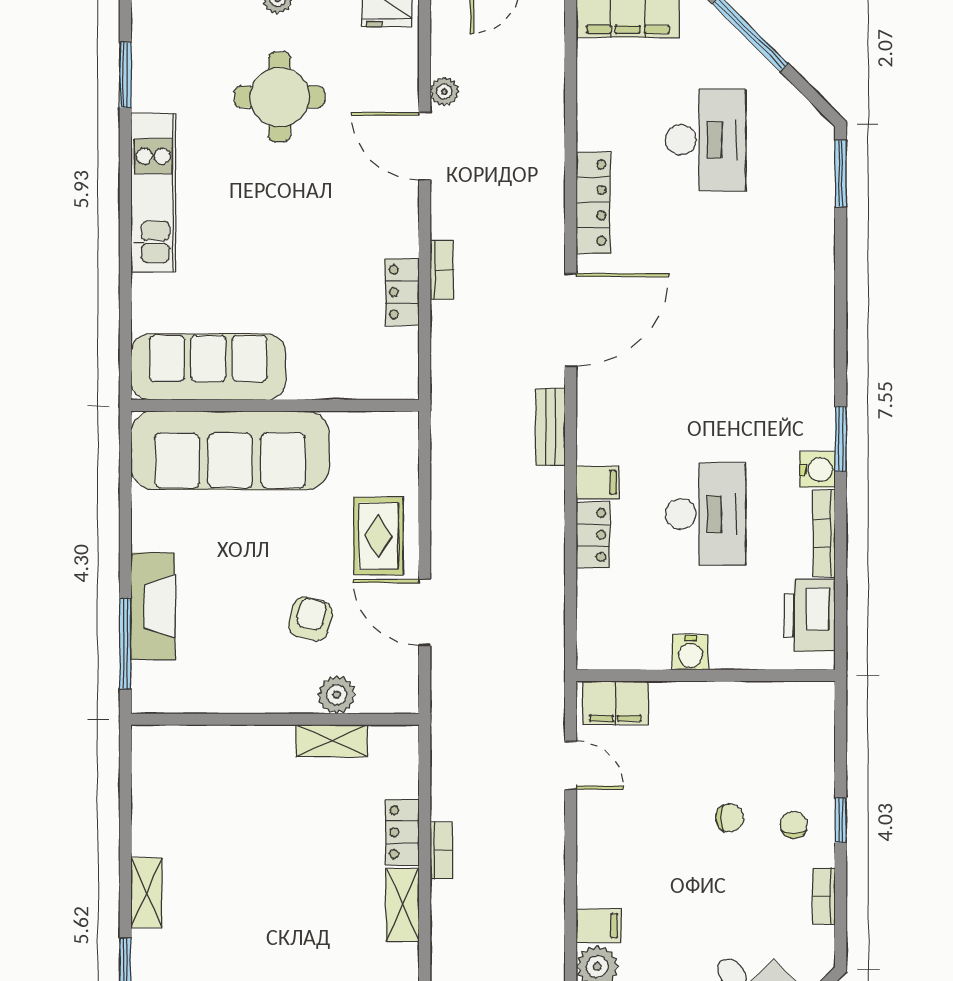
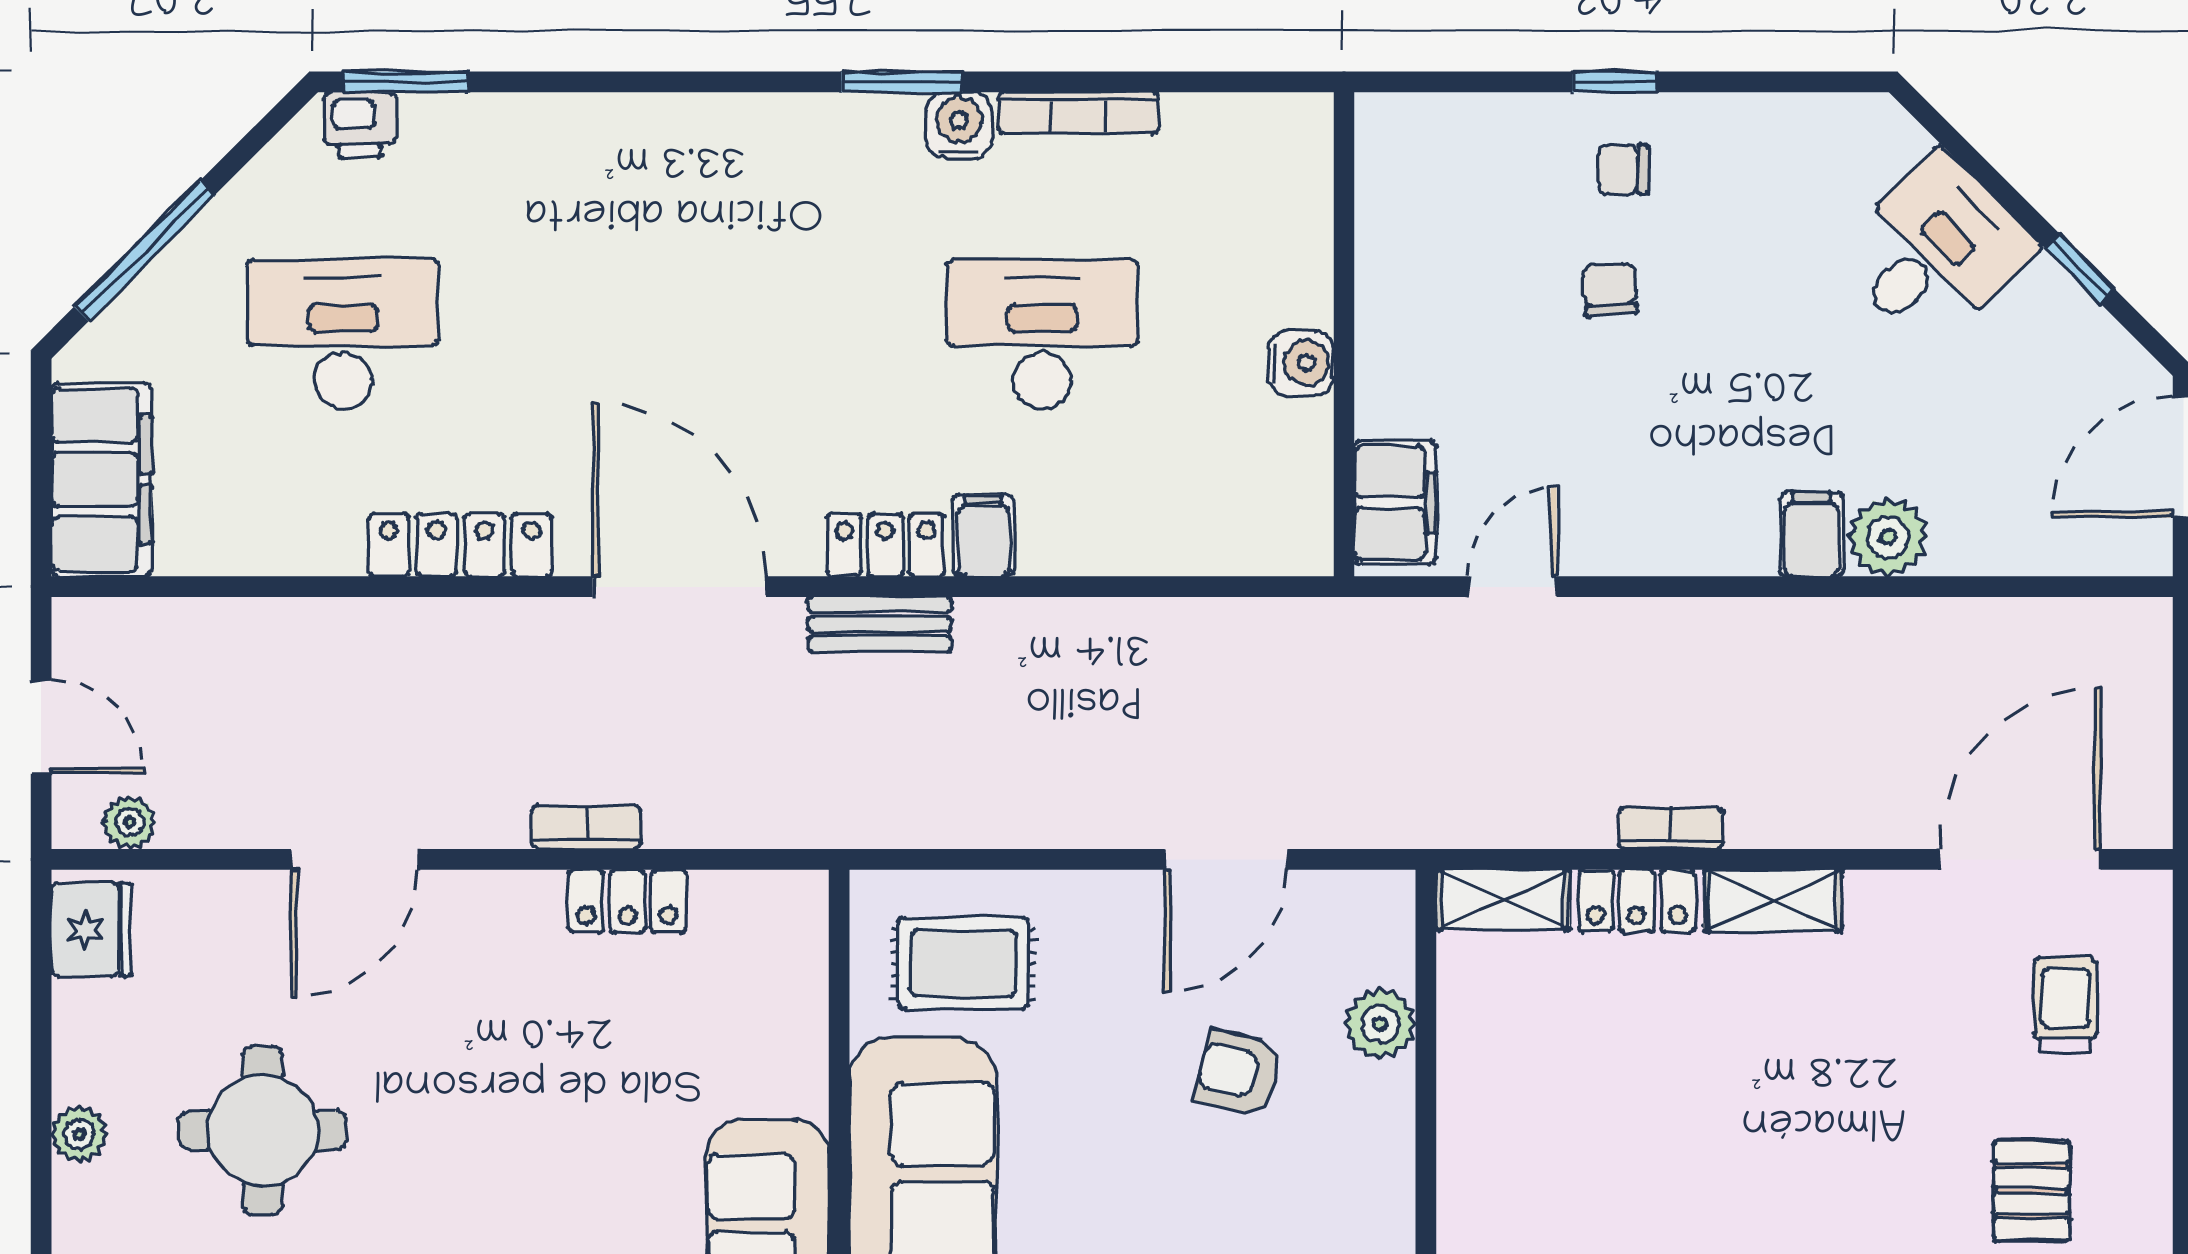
plant: (444, 92) -> (130, 822), moved
locker: (593, 535) -> (885, 545), moved
rug: (378, 536) -> (963, 963), moved
printer: (809, 615) -> (360, 125), moved, width x0.53, depth x0.68
shelving: (332, 741) -> (1503, 900), moved, turned 90
bookcase: (824, 896) -> (1756, 113), removed

